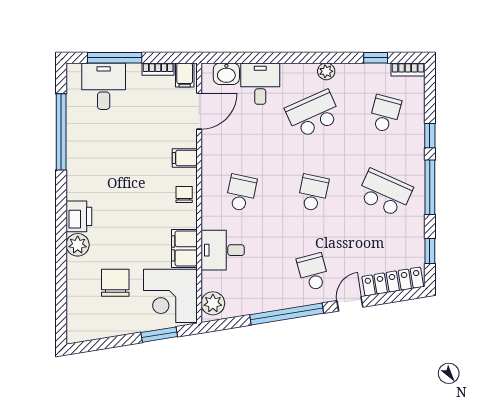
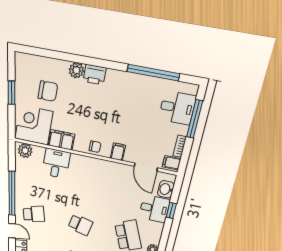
window: (257, 58) -> (171, 210), added
school desk: (241, 193) -> (89, 182), removed
window: (159, 335) -> (11, 93), moved

